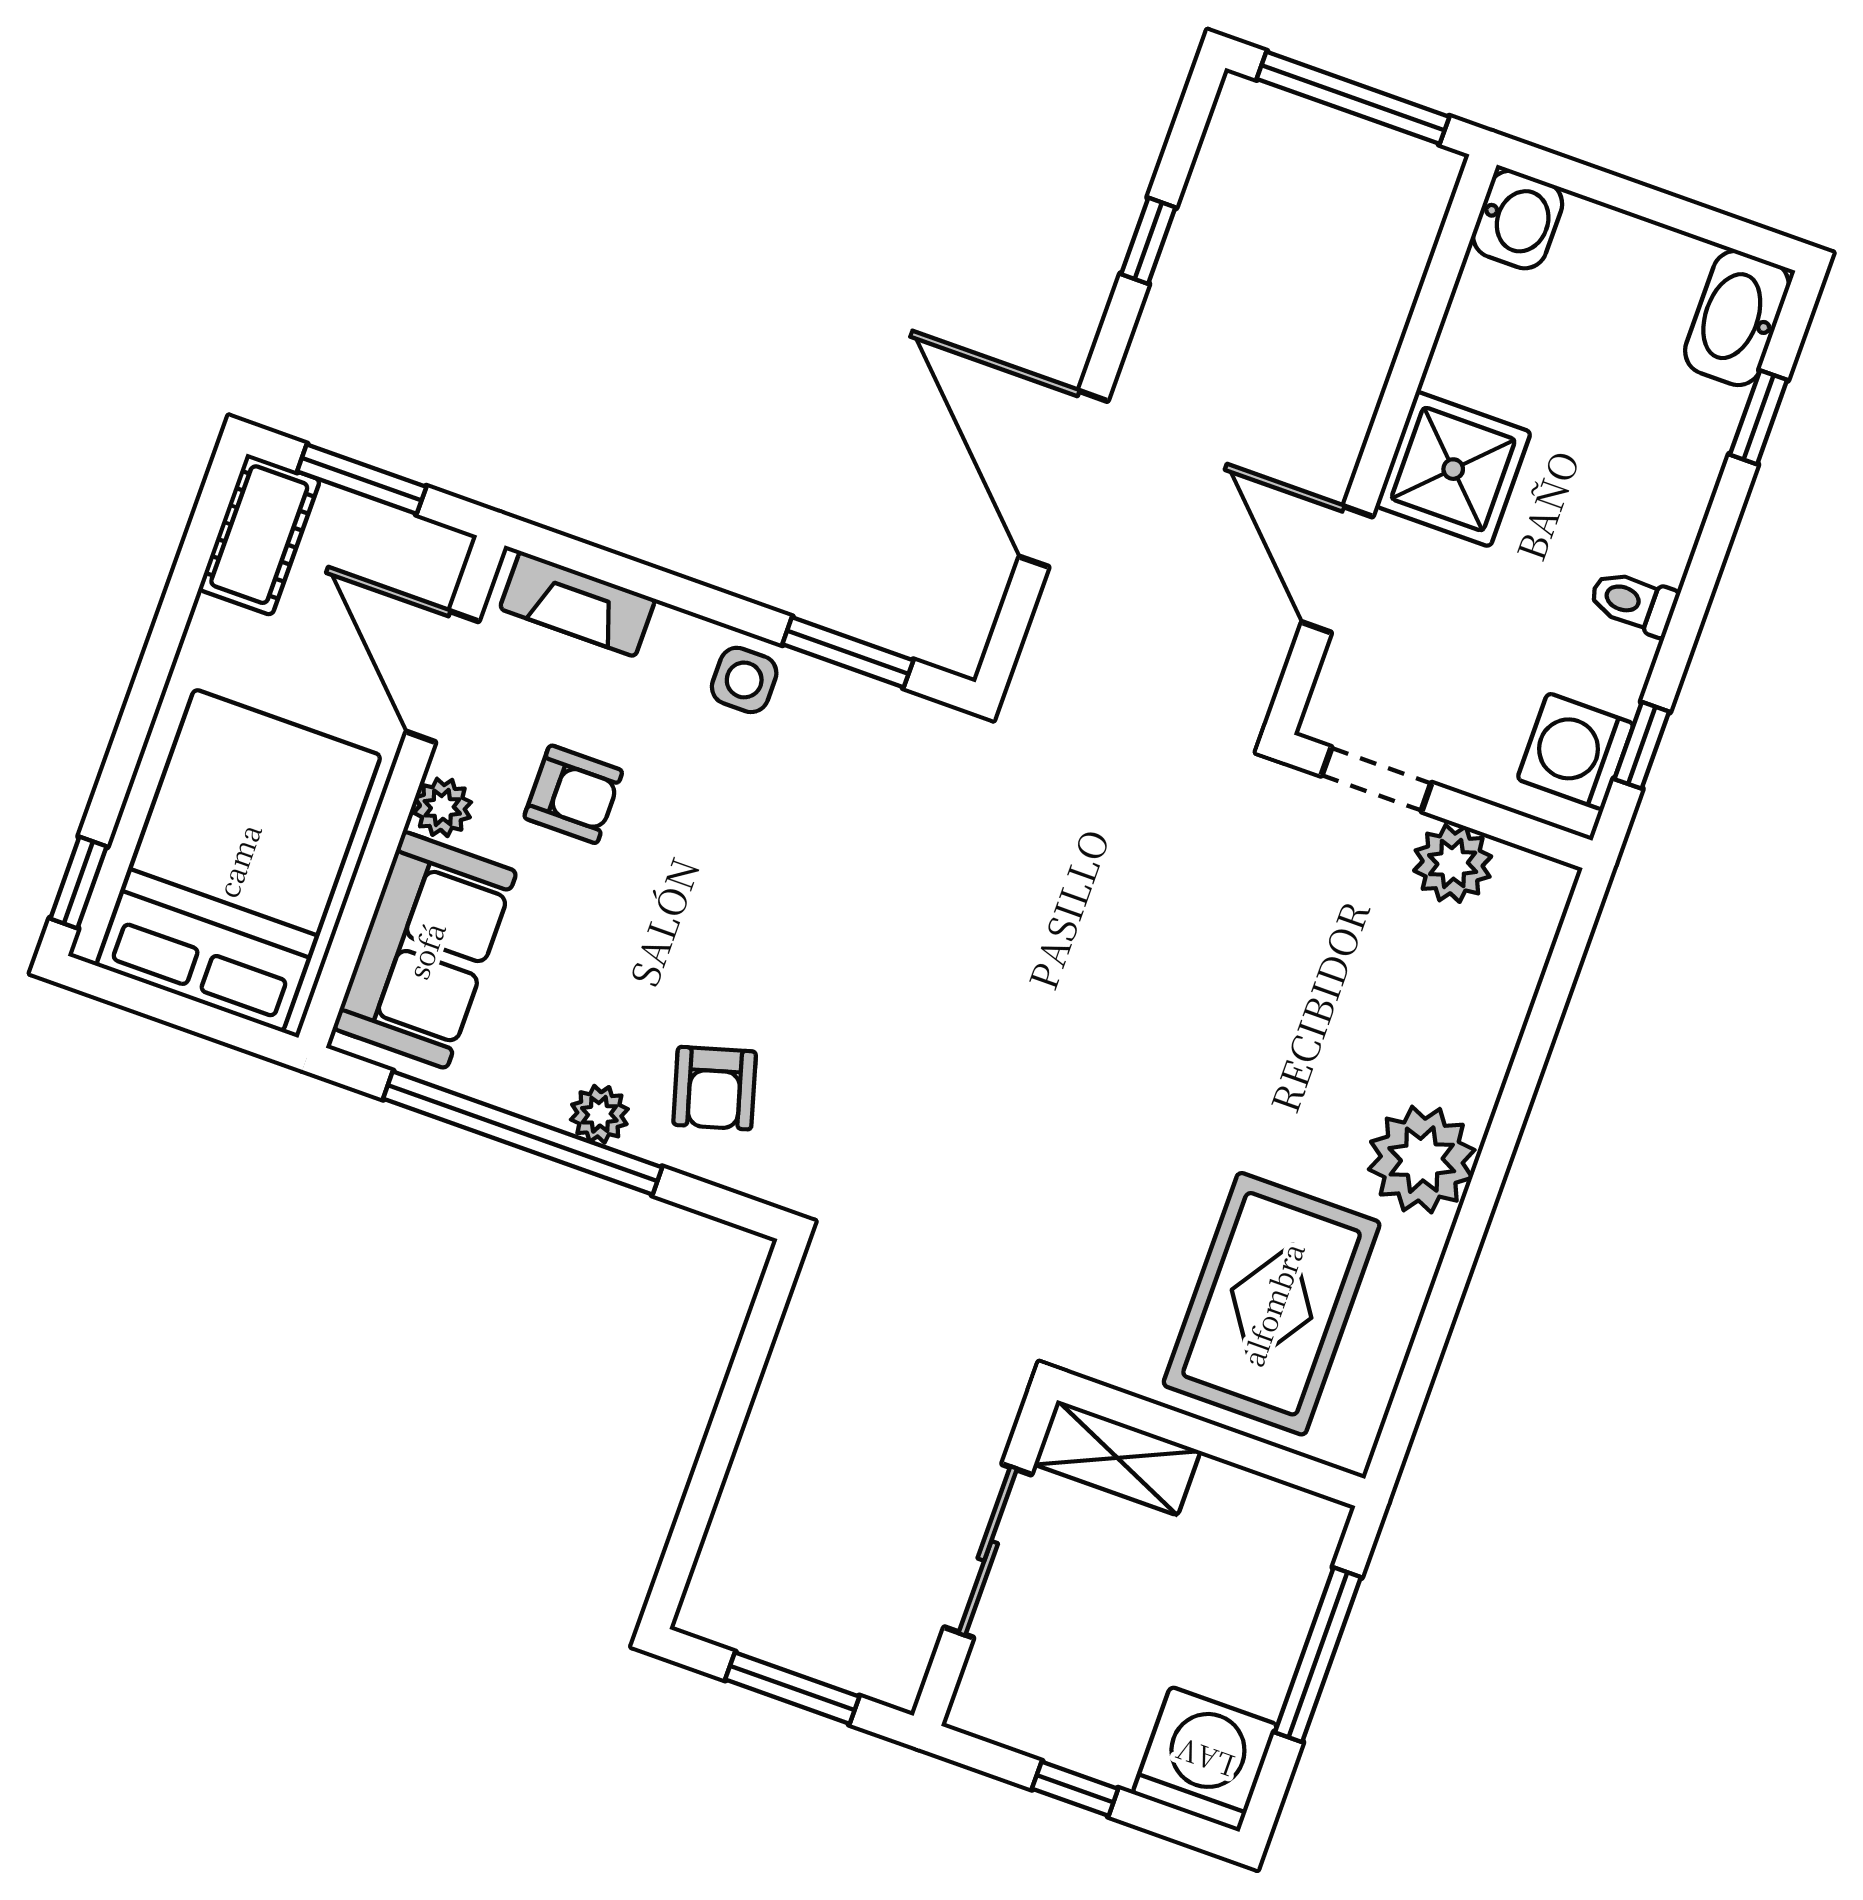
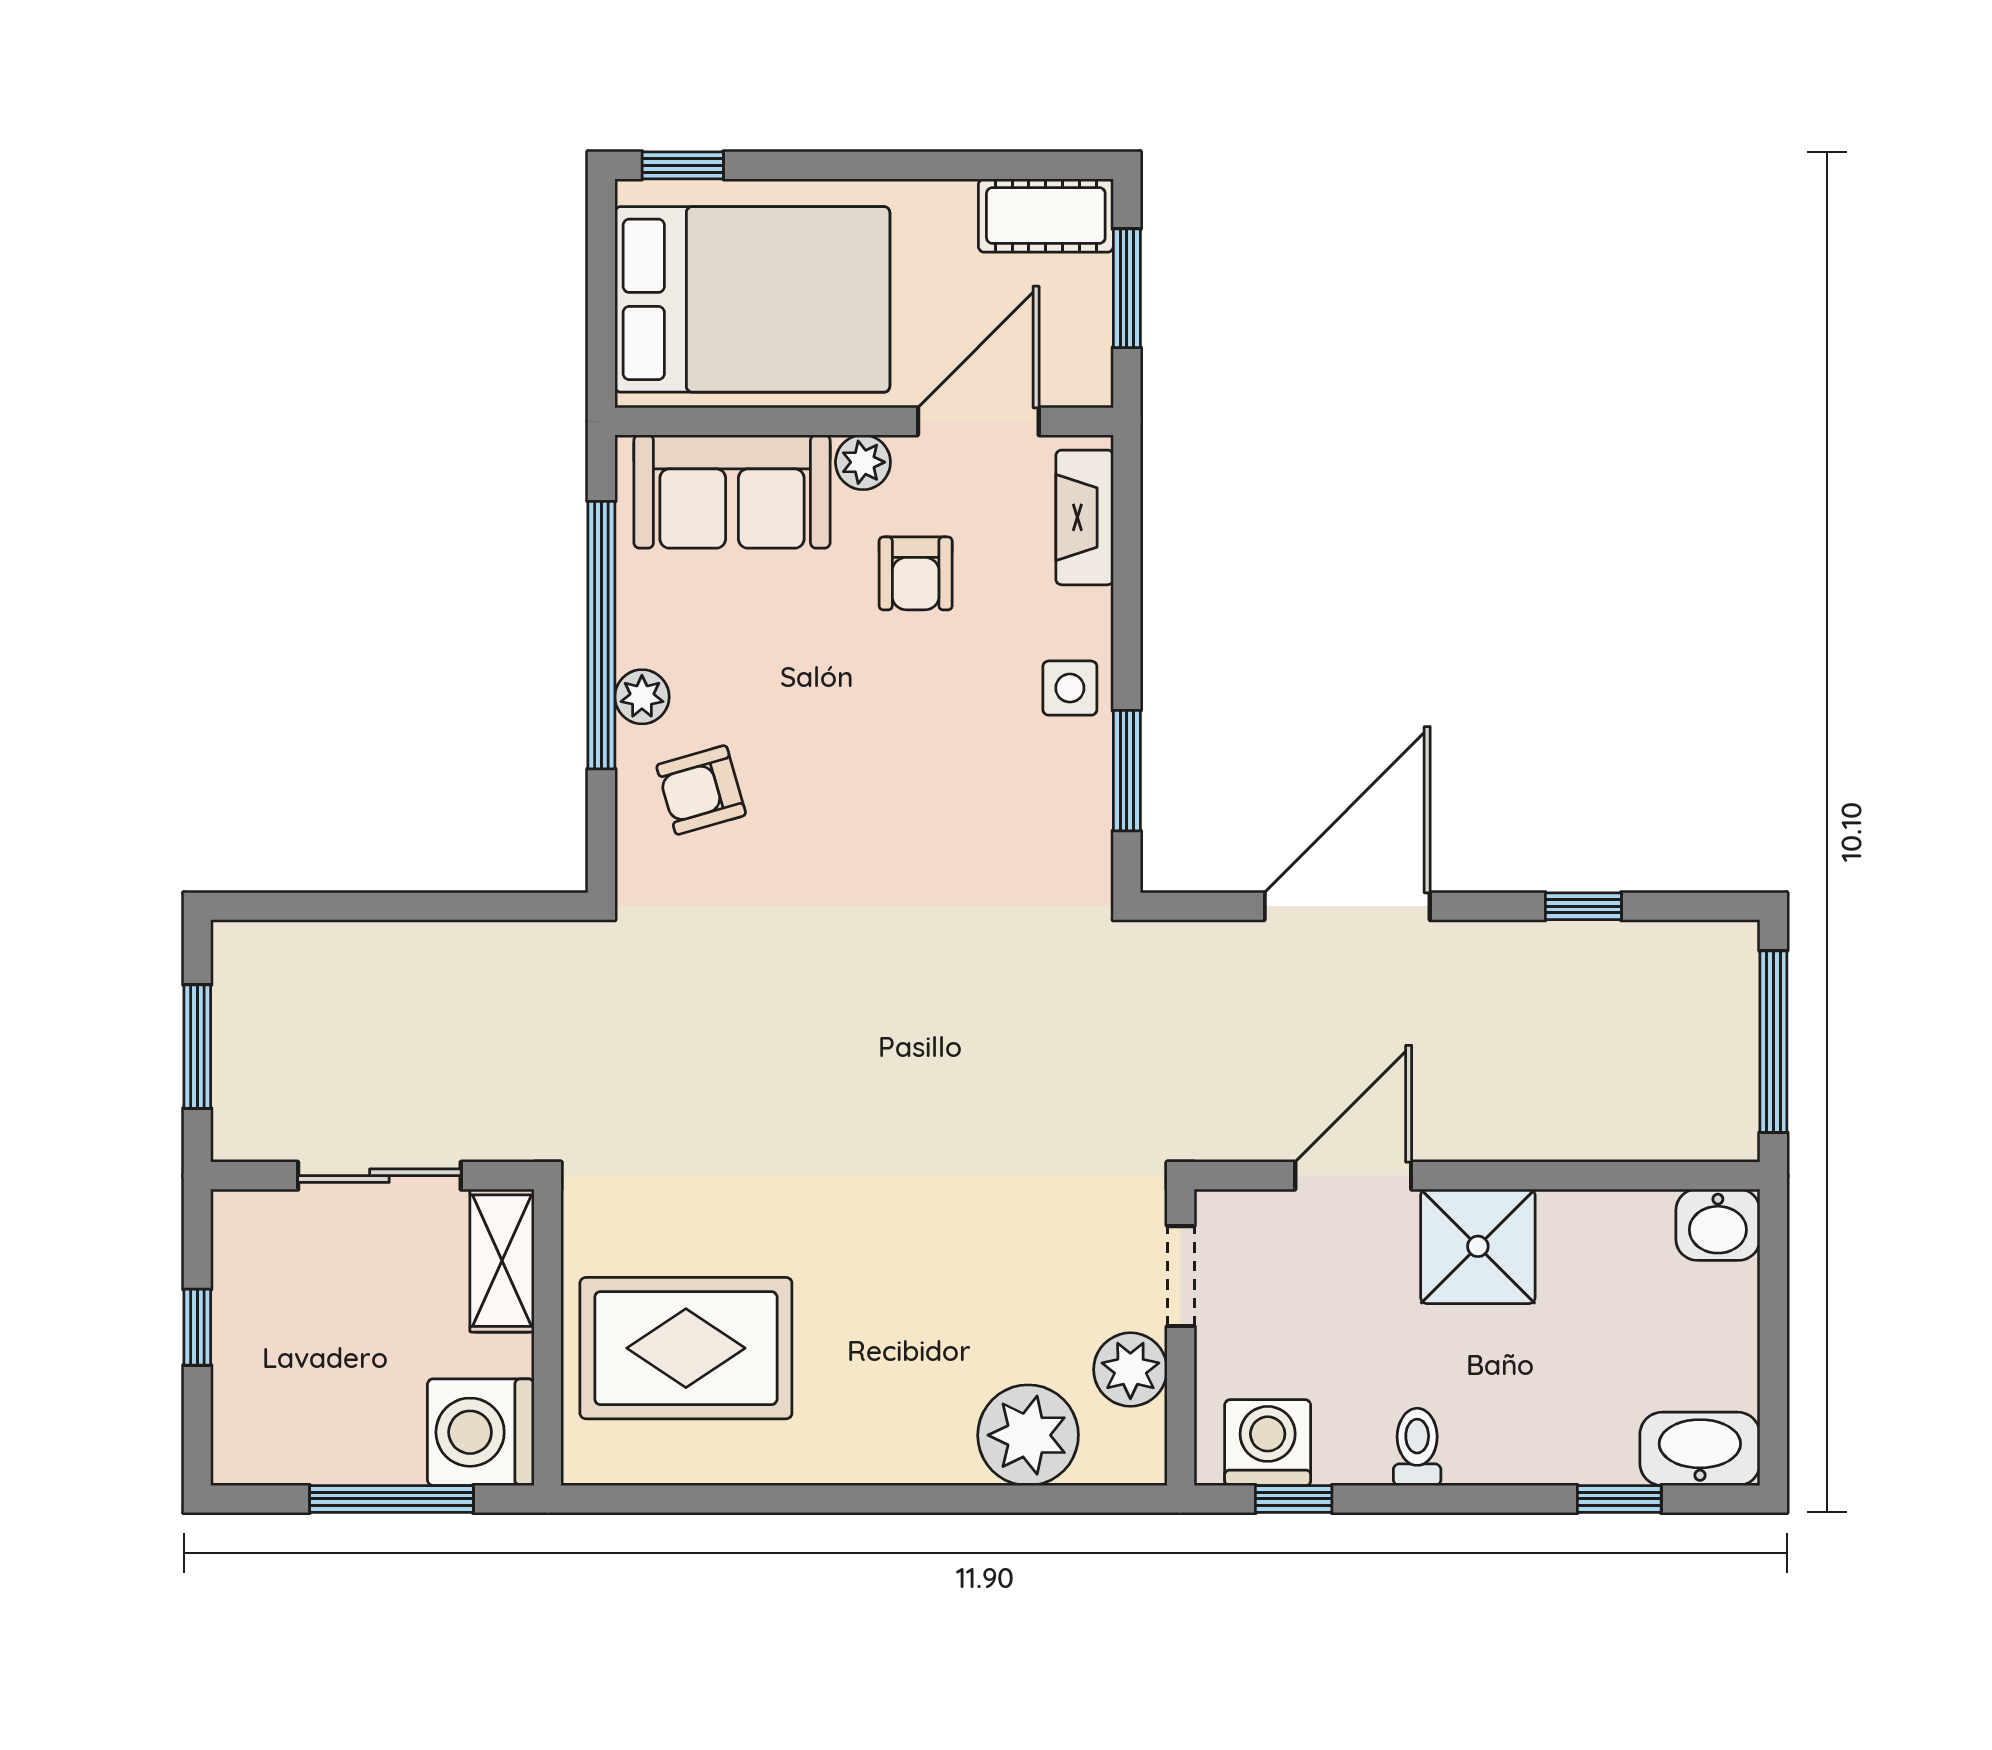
plant: (1422, 1160) -> (1028, 1435), moved
washing machine: (1205, 1759) -> (481, 1432), moved, turned 180

